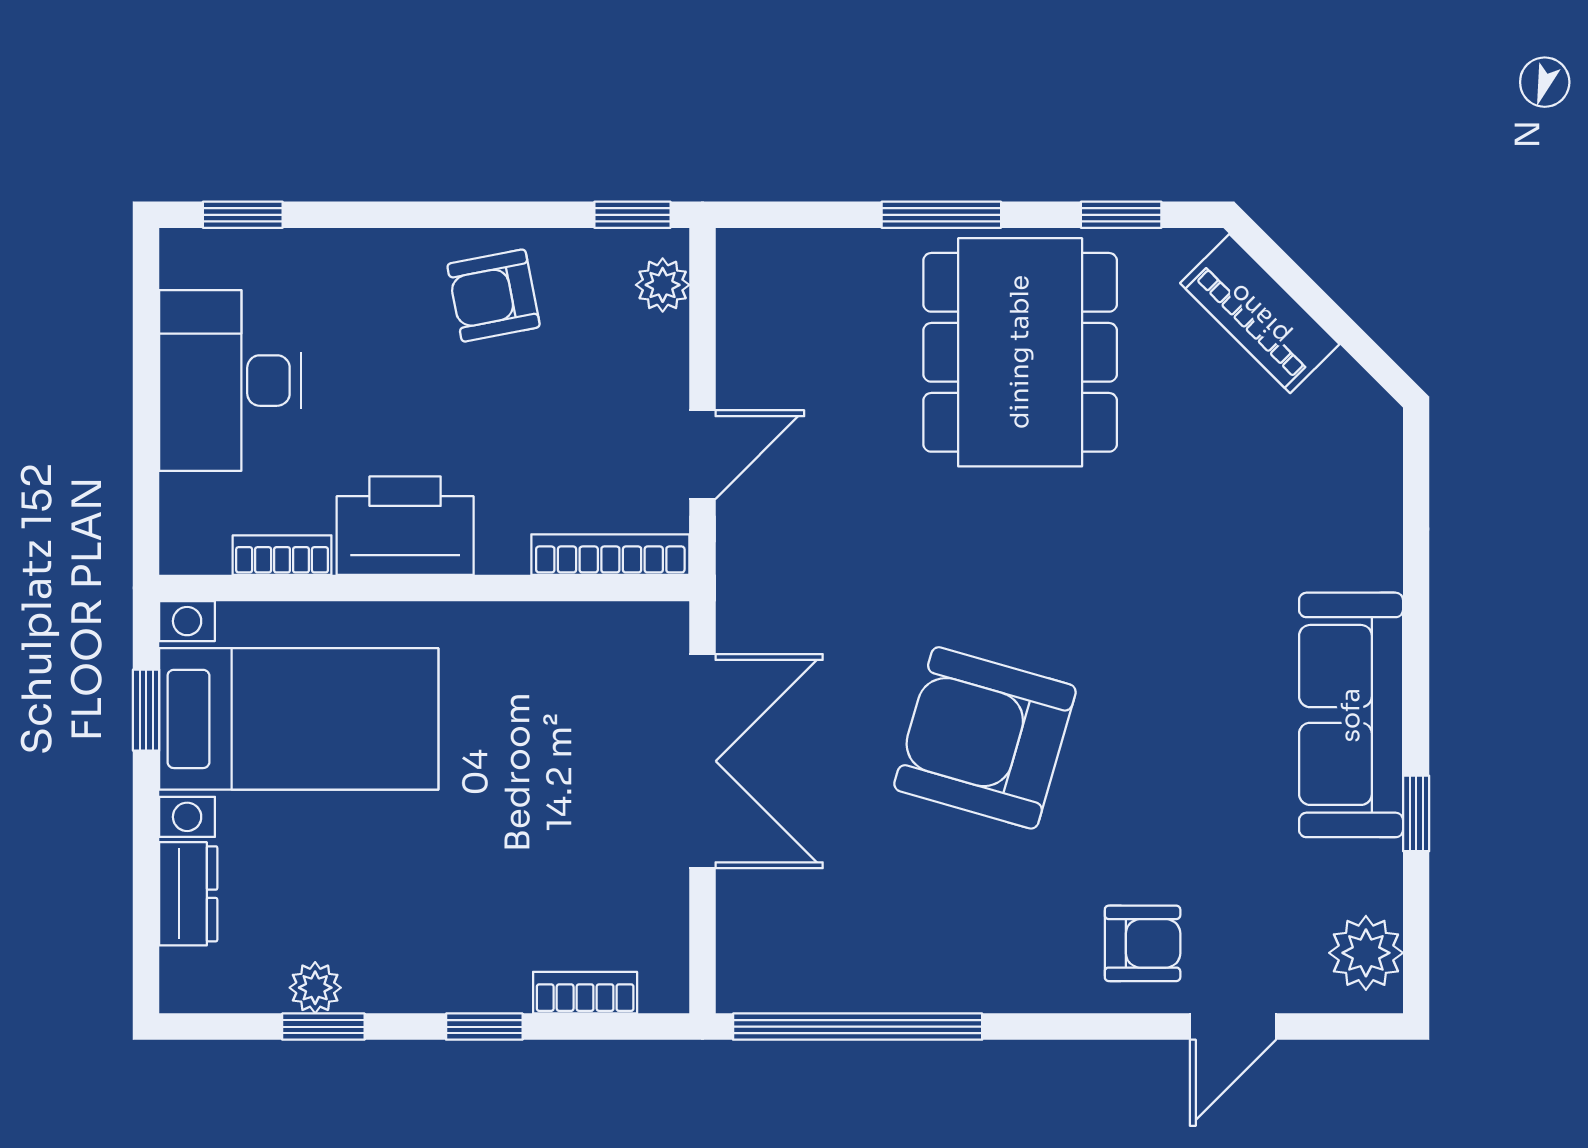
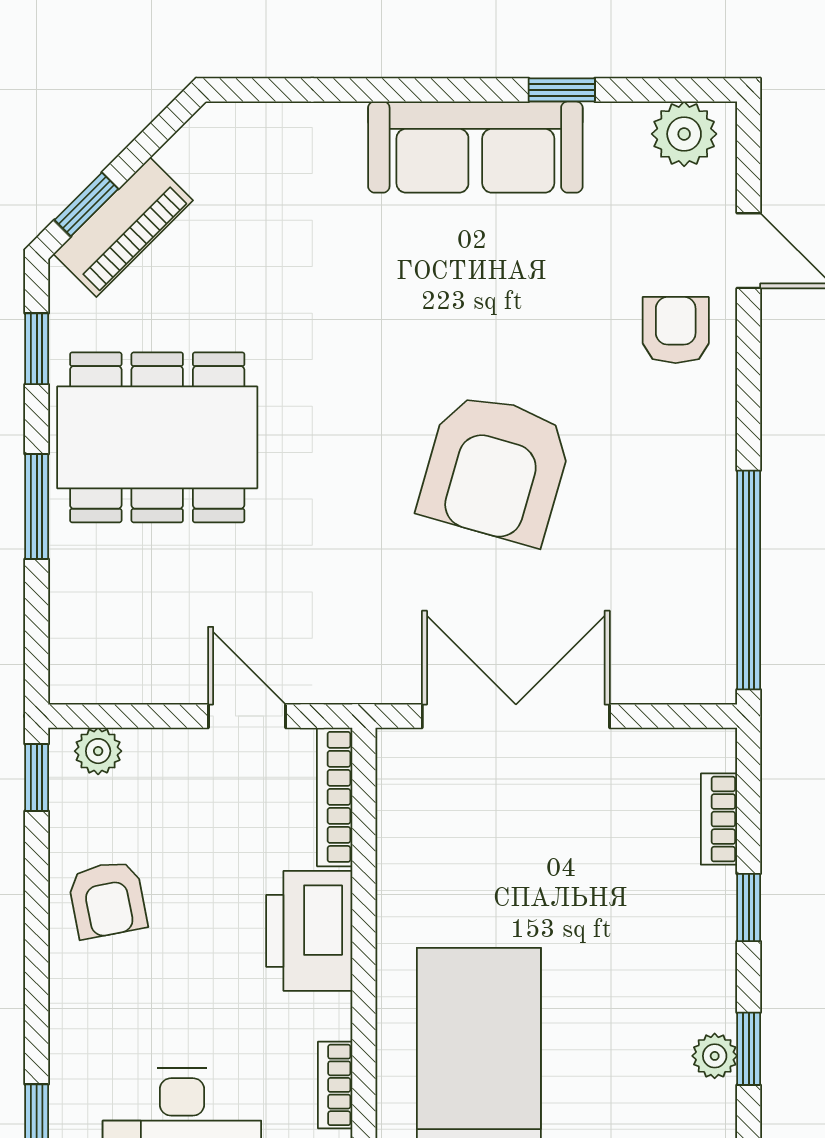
window: (1286, 272) -> (86, 204), added
printer: (405, 526) -> (309, 931), moved

